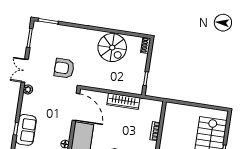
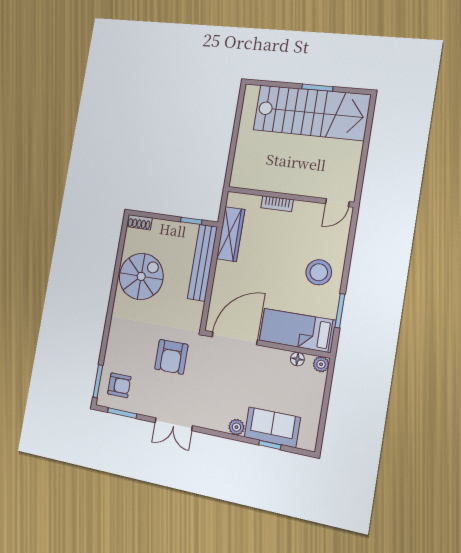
armchair: (46, 35) -> (119, 385), added
bench: (120, 86) -> (202, 263), added
plant: (28, 89) -> (236, 427), moved
wardrobe: (123, 101) -> (231, 234), moved

